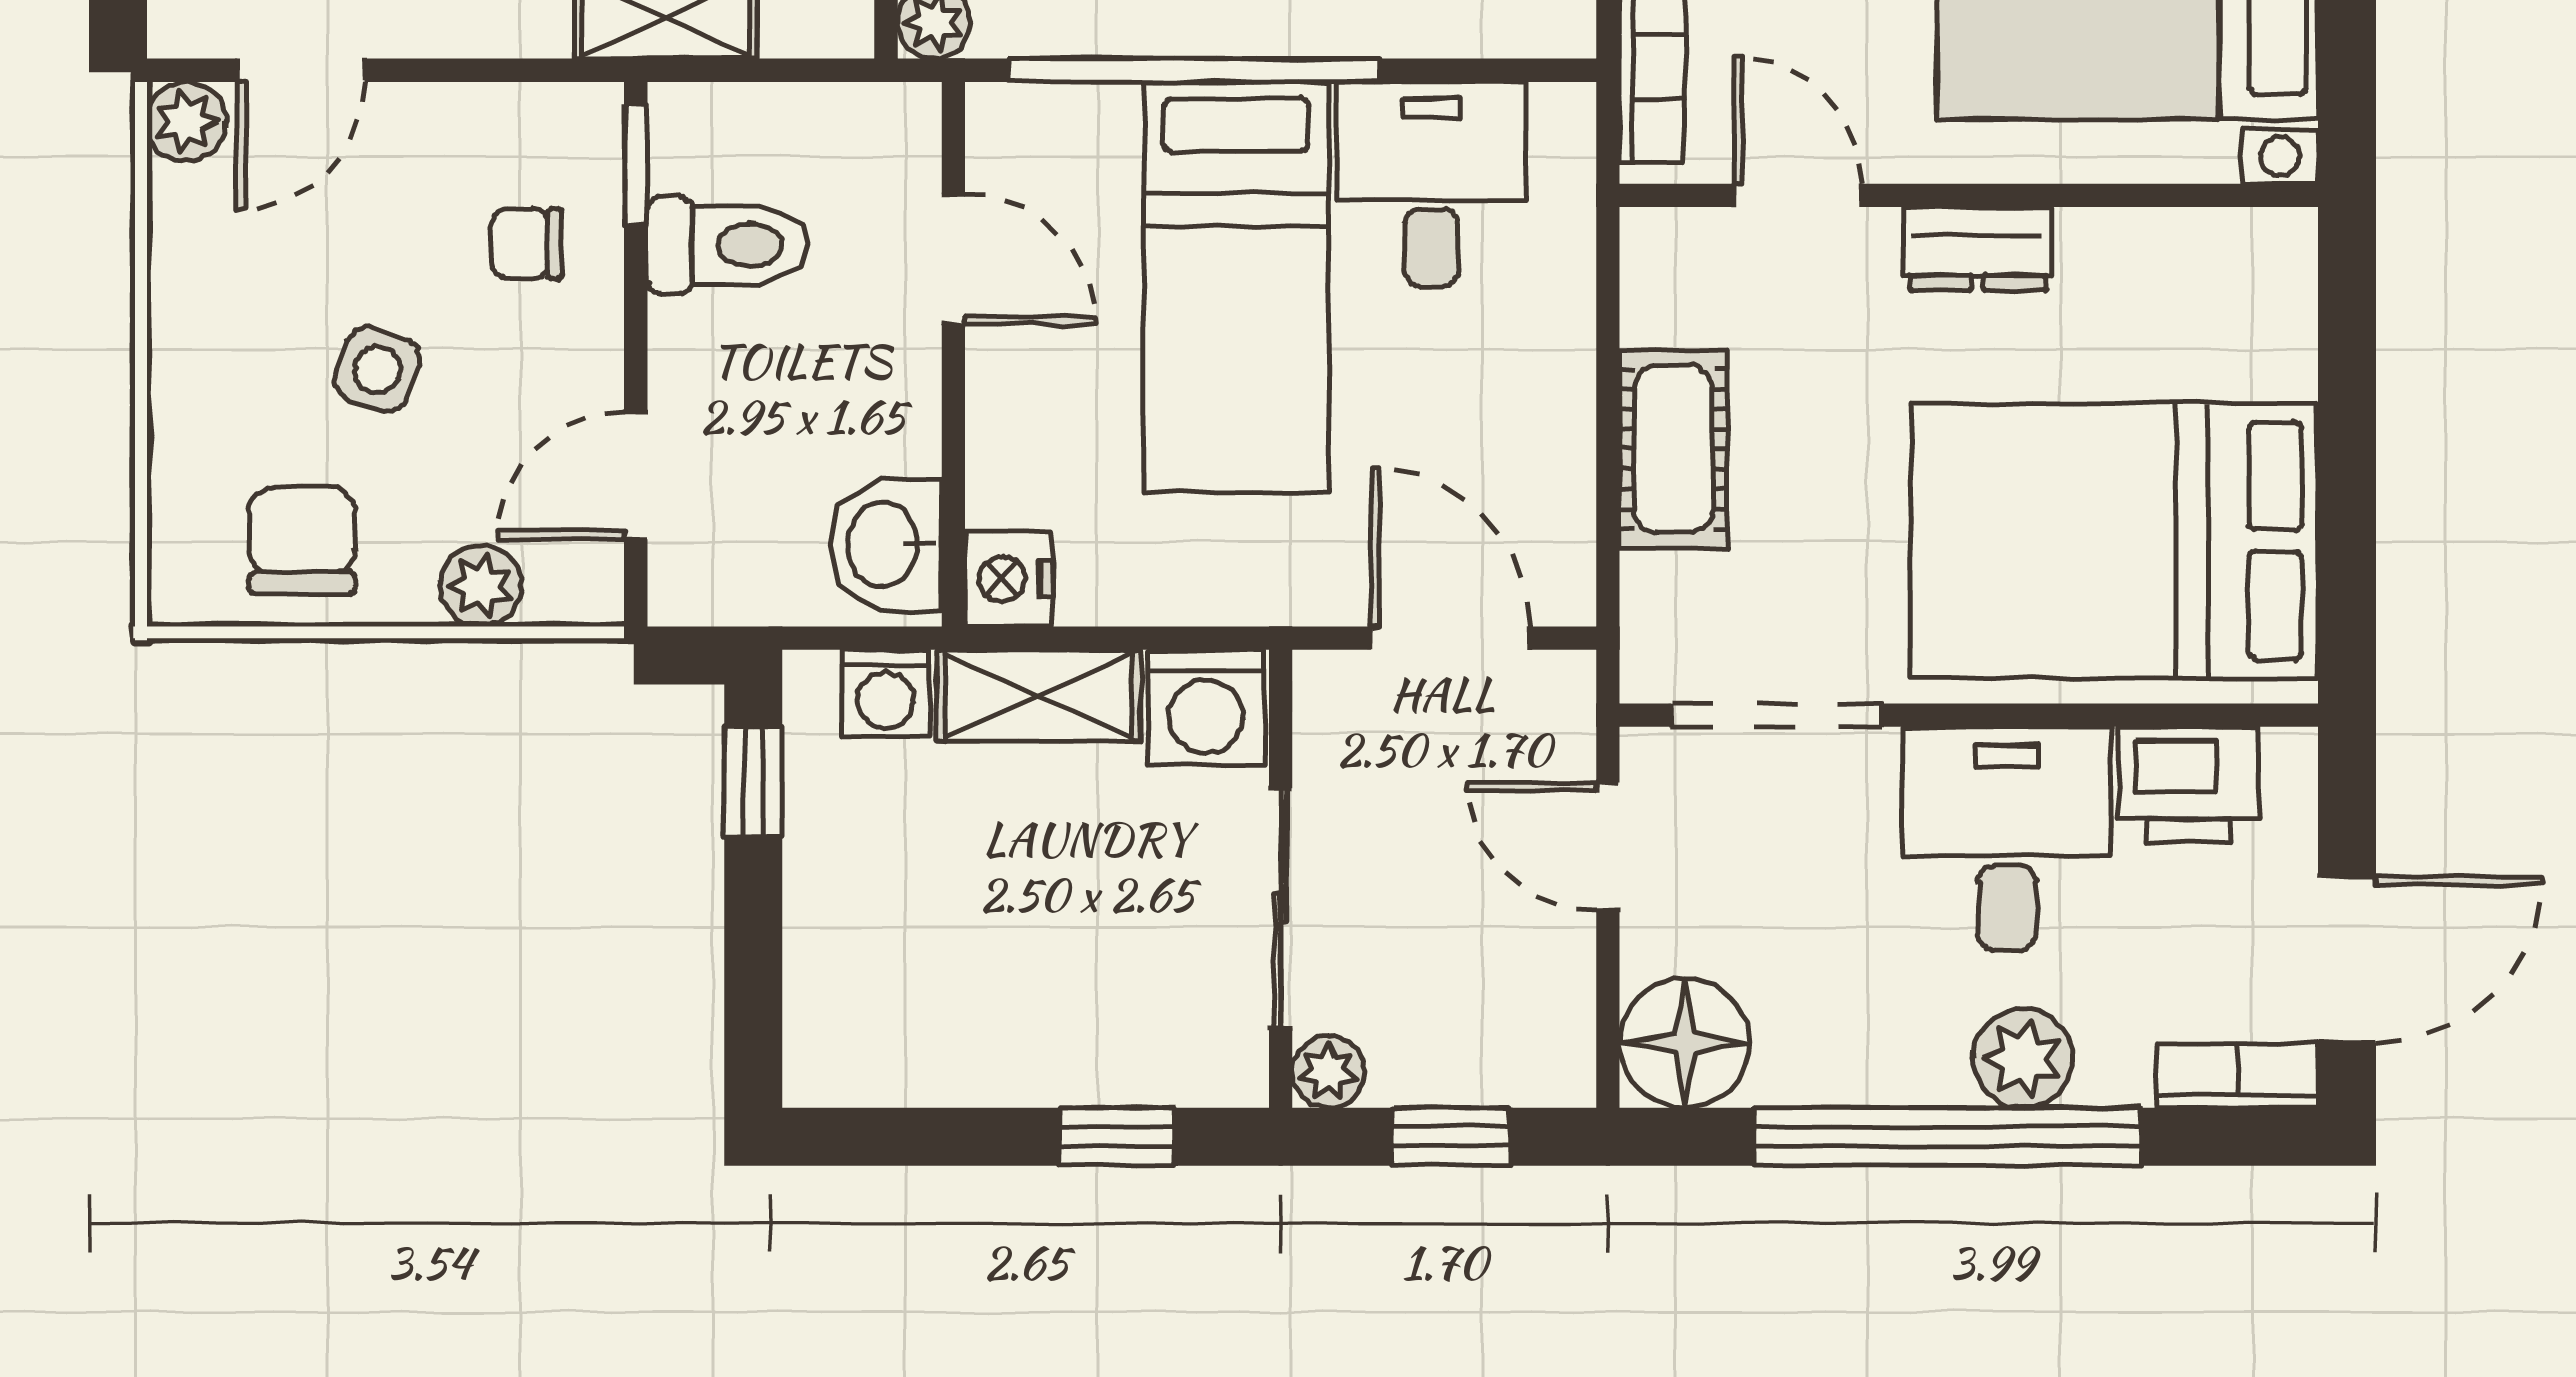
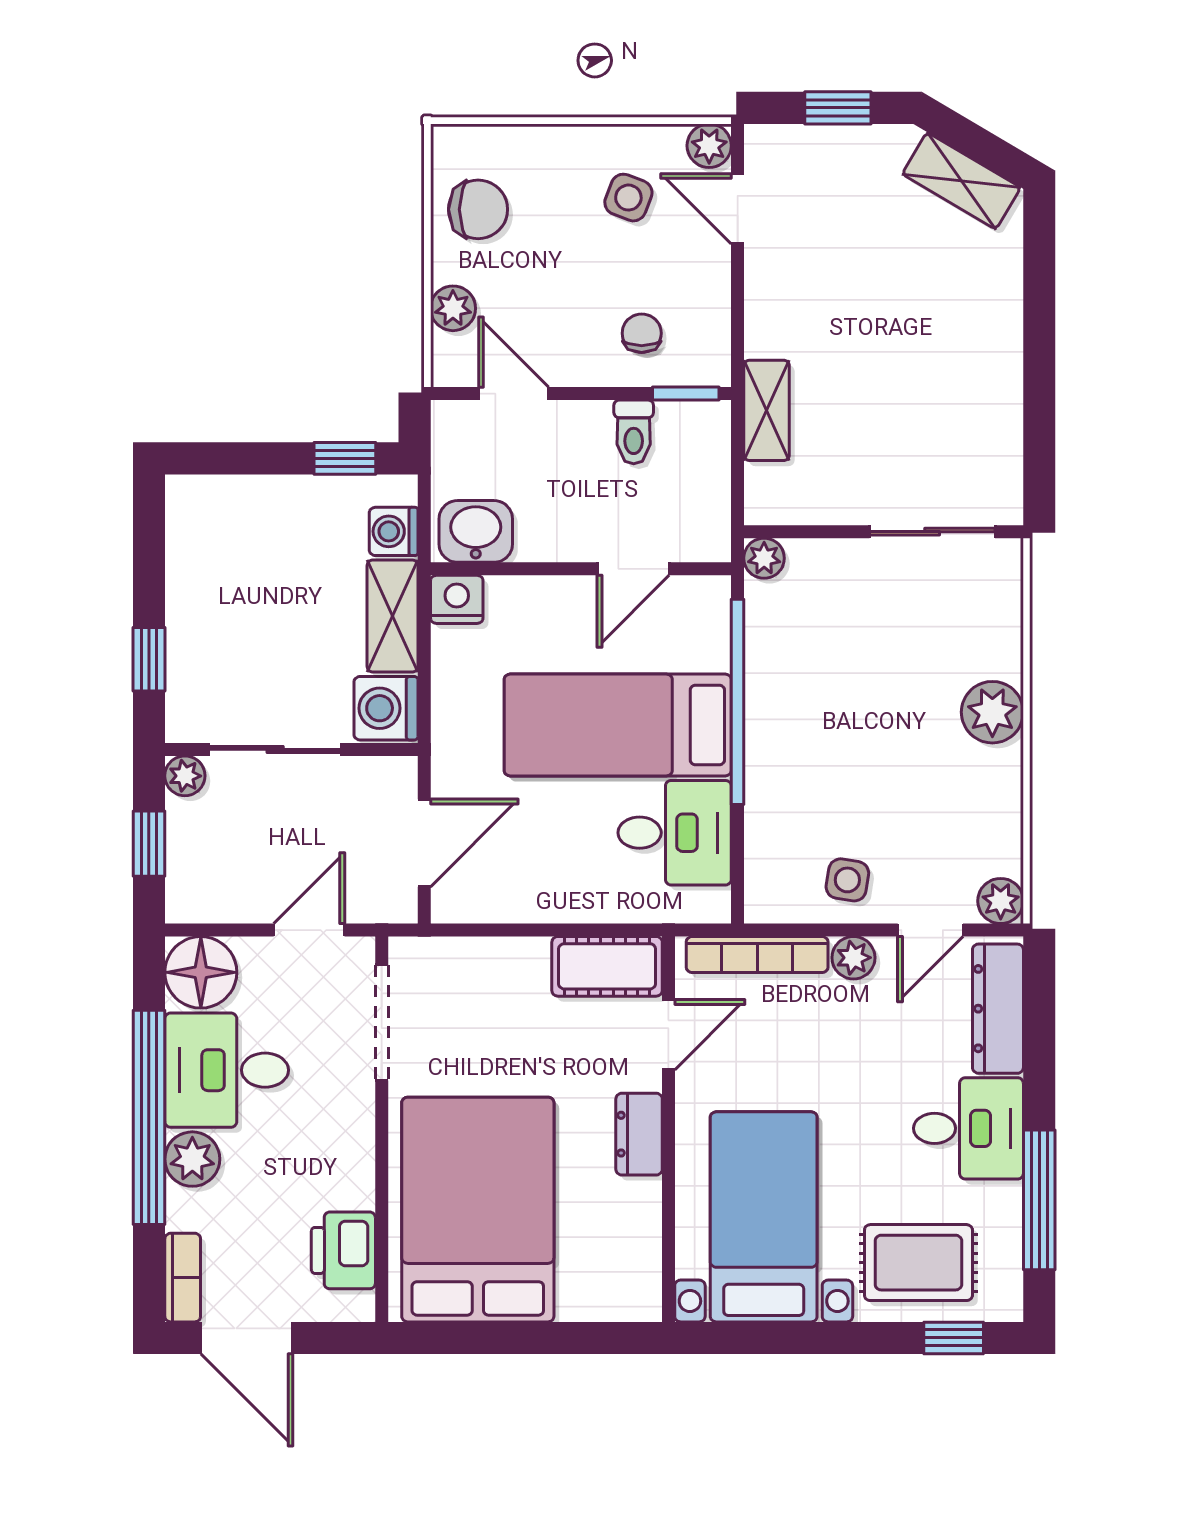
toilet: (728, 245) -> (634, 432), width x0.73, depth x0.72
side table: (377, 370) -> (628, 198), moved
cot: (1674, 449) -> (607, 966), moved
desk: (2007, 839) -> (227, 1070), moved, turned 180

